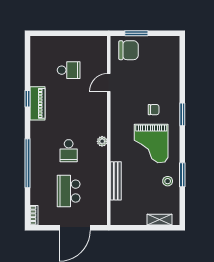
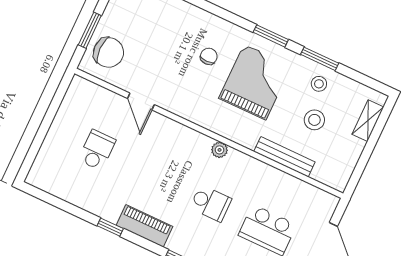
chair: (129, 50) -> (109, 52), turned 90
piano: (37, 103) -> (145, 226), moved
window: (182, 114) -> (271, 36), moved
grand piano: (151, 143) -> (255, 82), turned -90
stool: (145, 188) -> (314, 120), added

